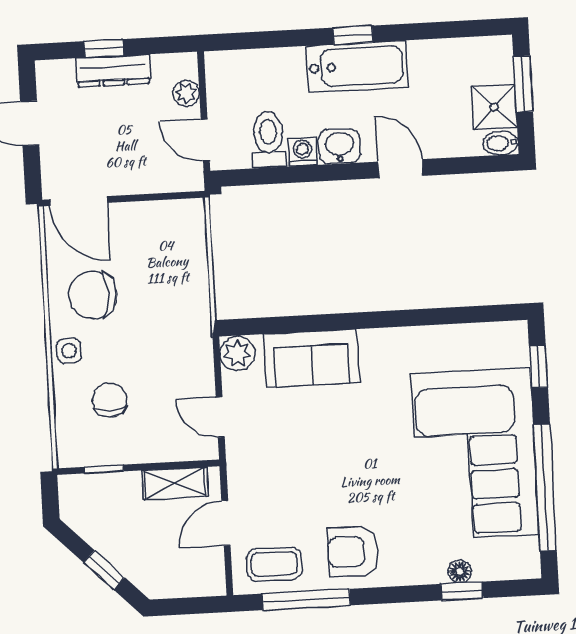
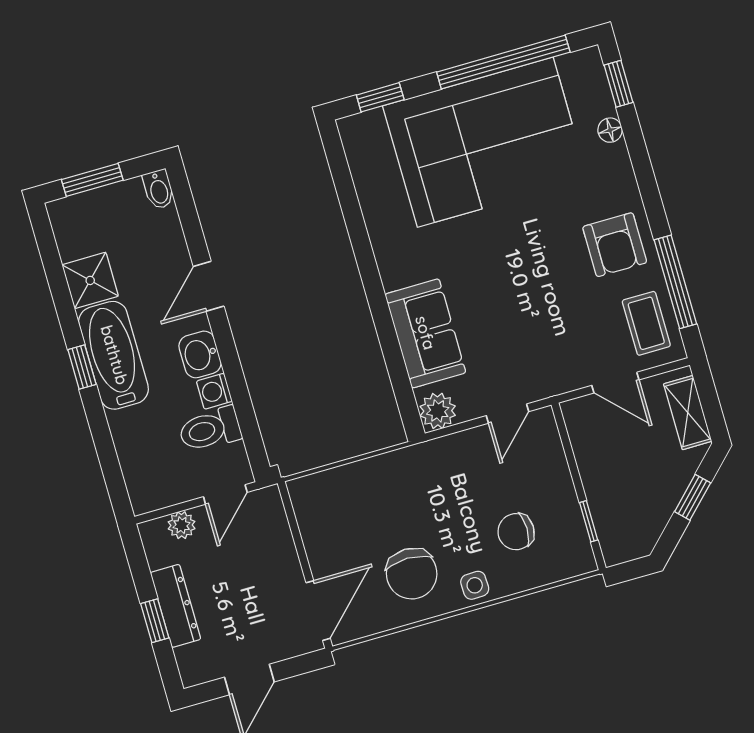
shower: (494, 107) -> (90, 280), moved
shelving: (175, 483) -> (688, 413), moved
window: (462, 591) -> (618, 84), moved

